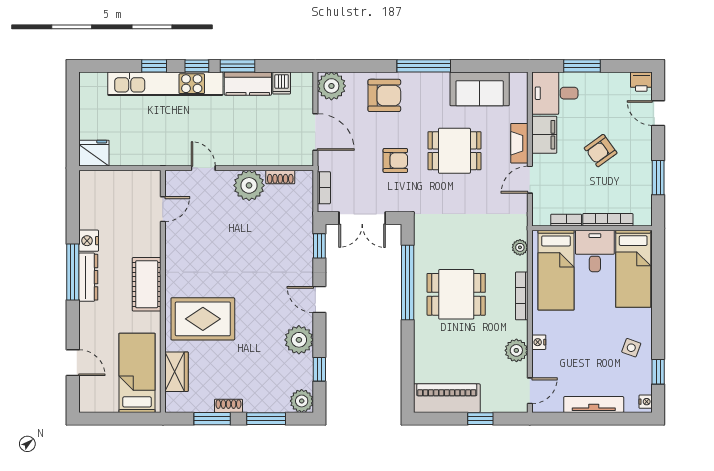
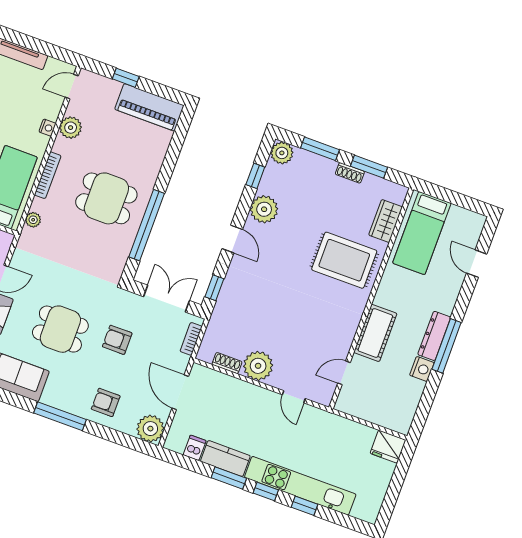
armchair: (384, 95) -> (106, 402), width x0.72, depth x0.72
cot: (147, 284) -> (375, 333), moved

